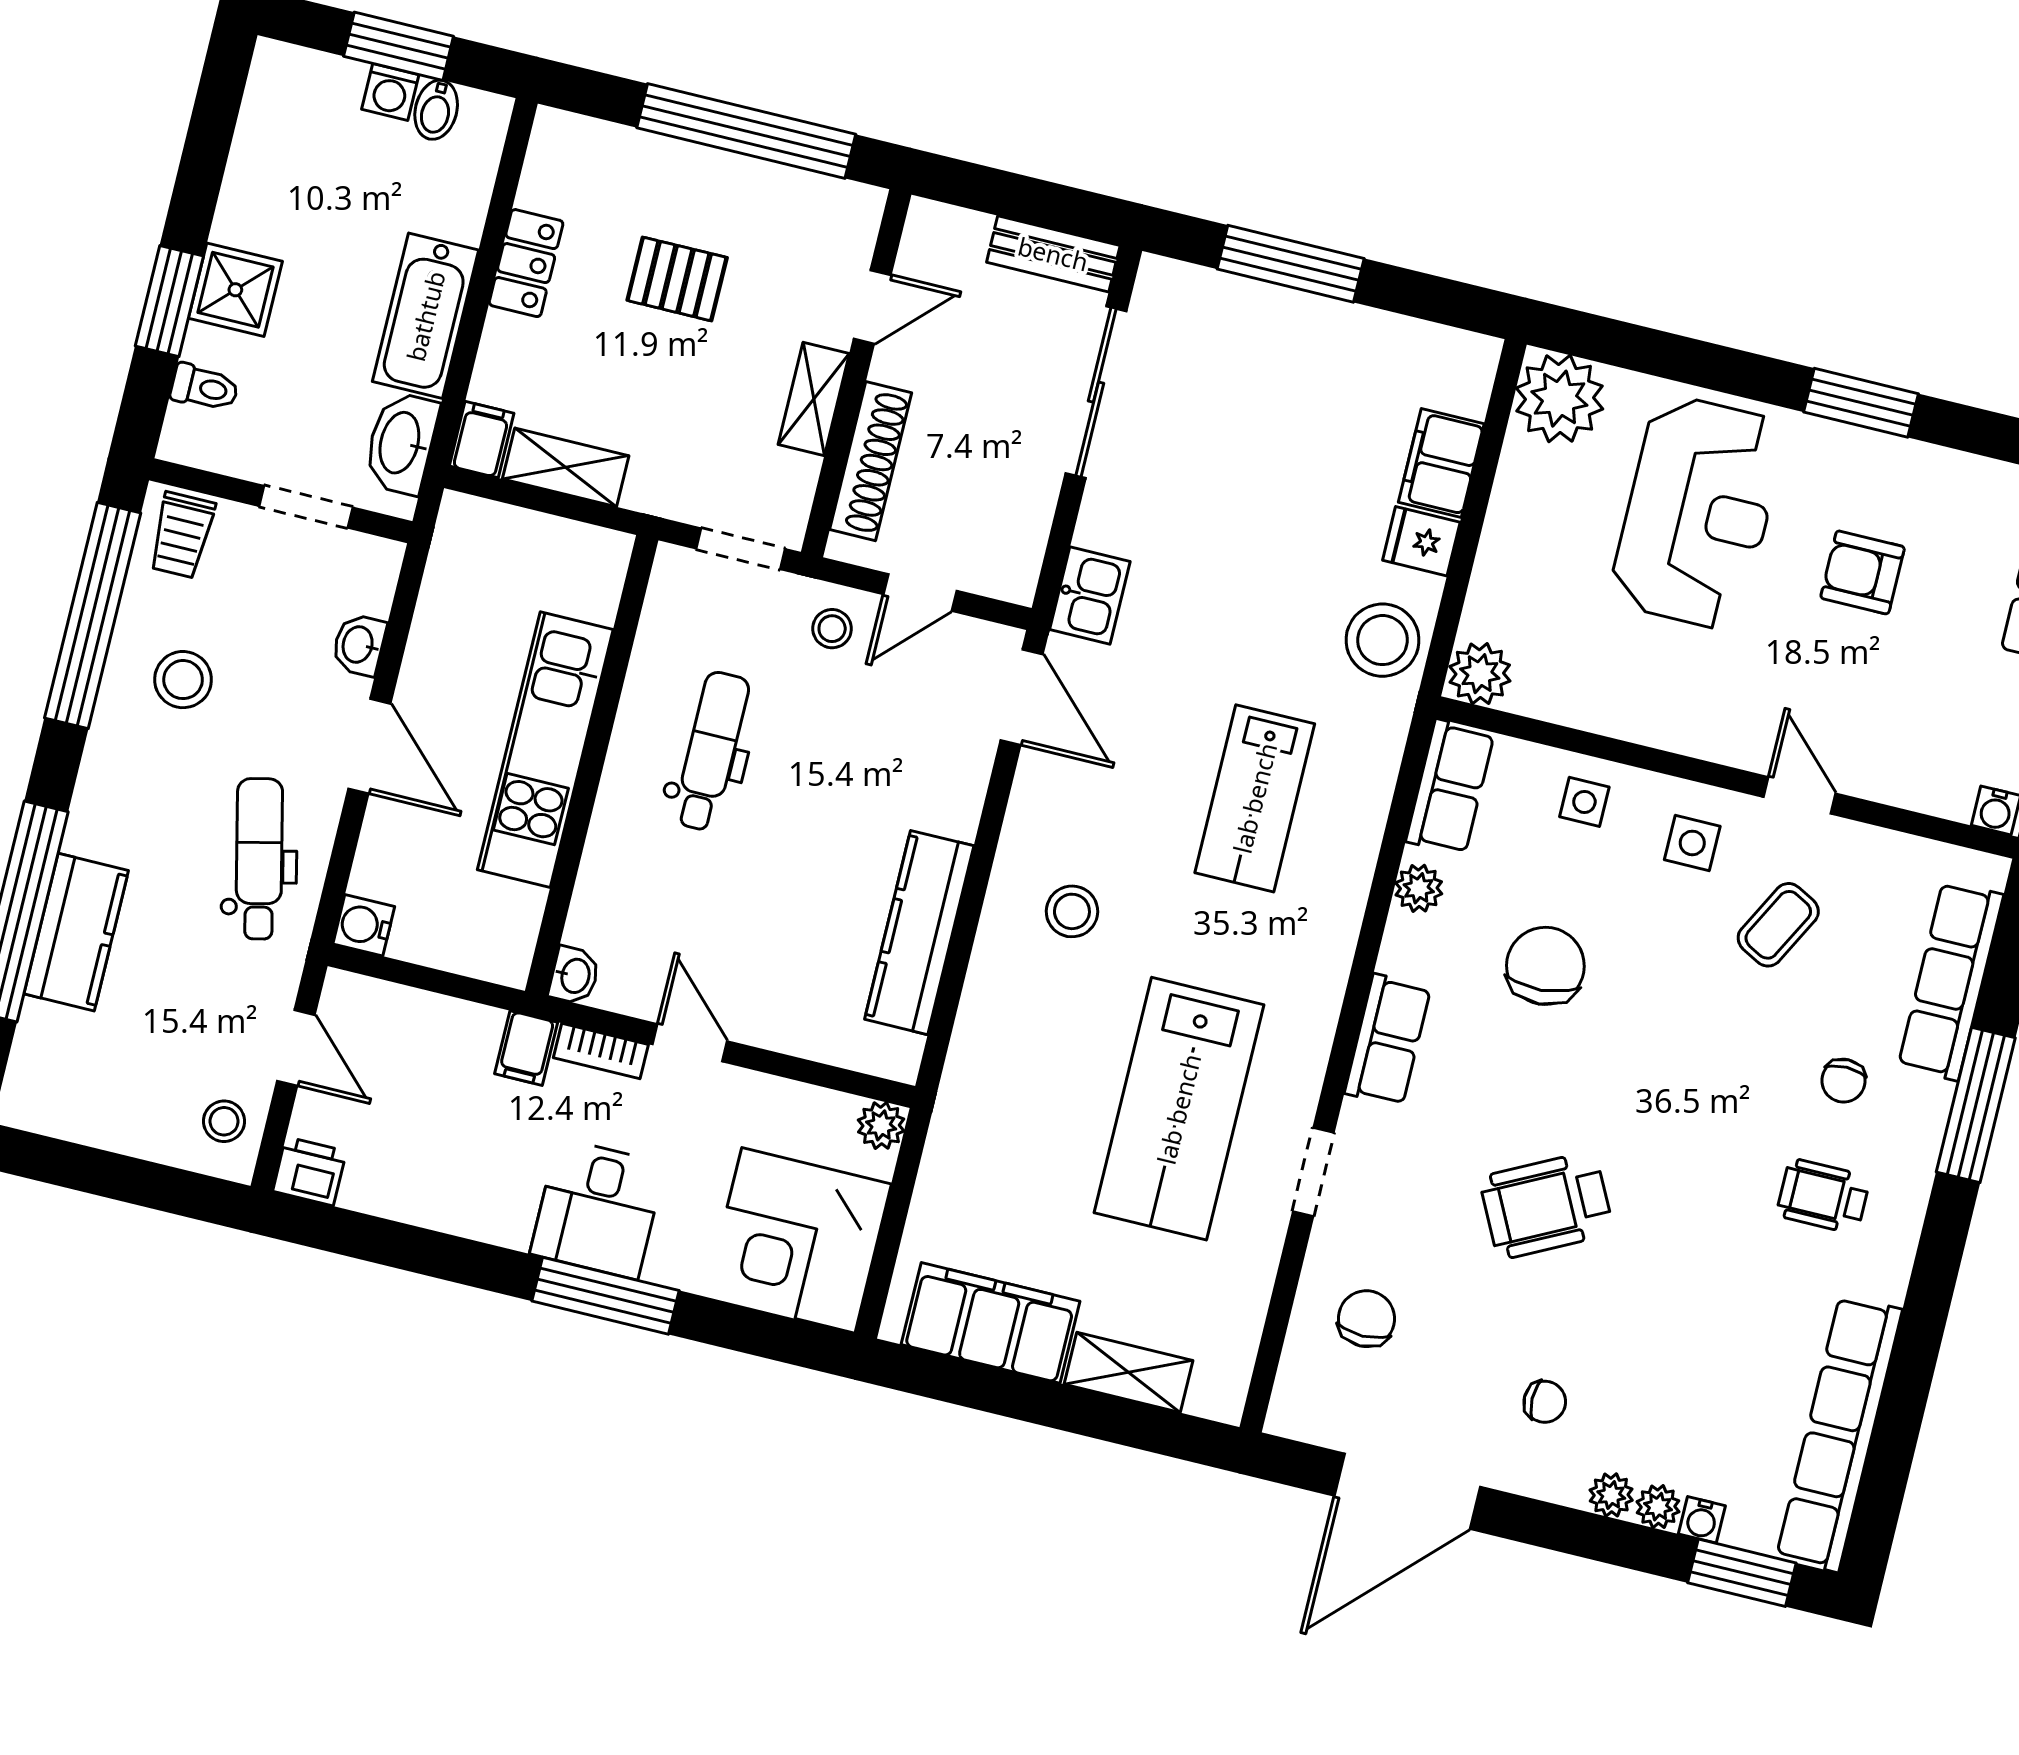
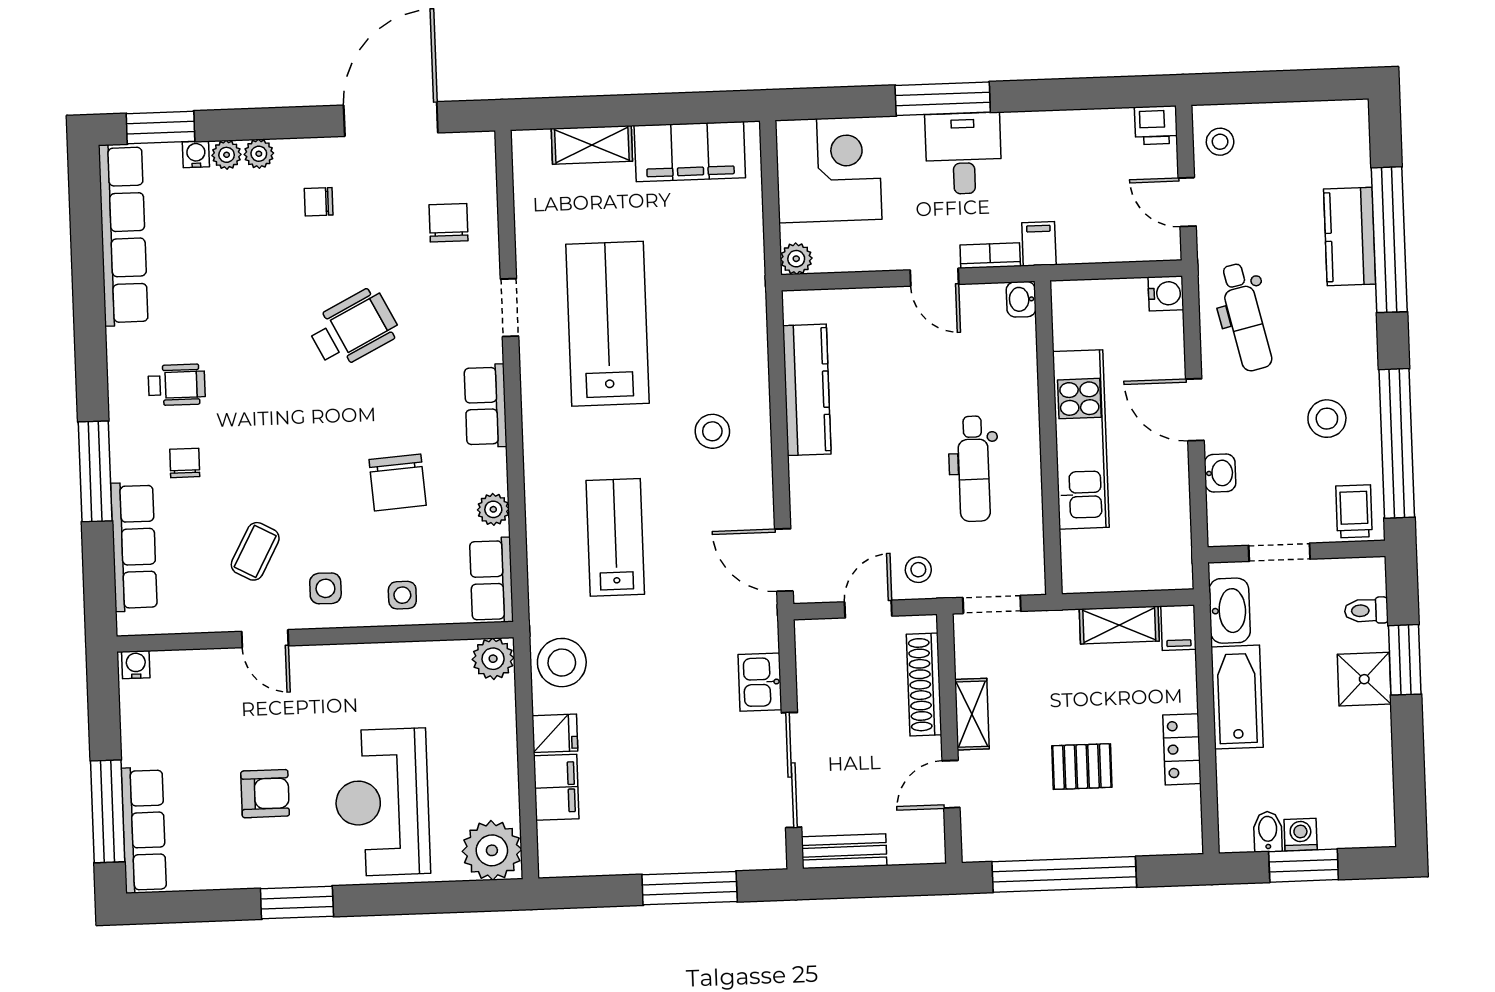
kitchen sink: (1090, 596) -> (760, 682), moved
chair: (1366, 1319) -> (449, 223), turned 180

